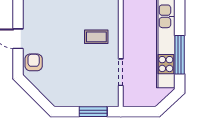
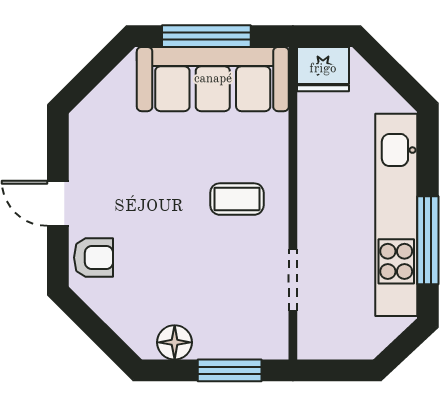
armchair: (34, 62) -> (94, 258), turned 90
floor lamp: (69, 99) -> (175, 342), added

